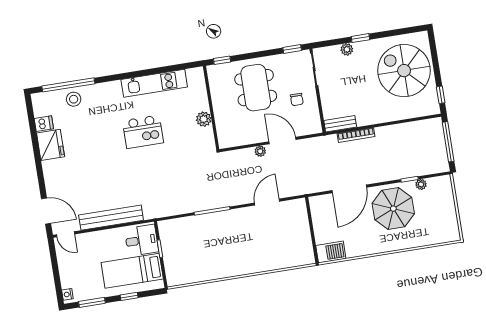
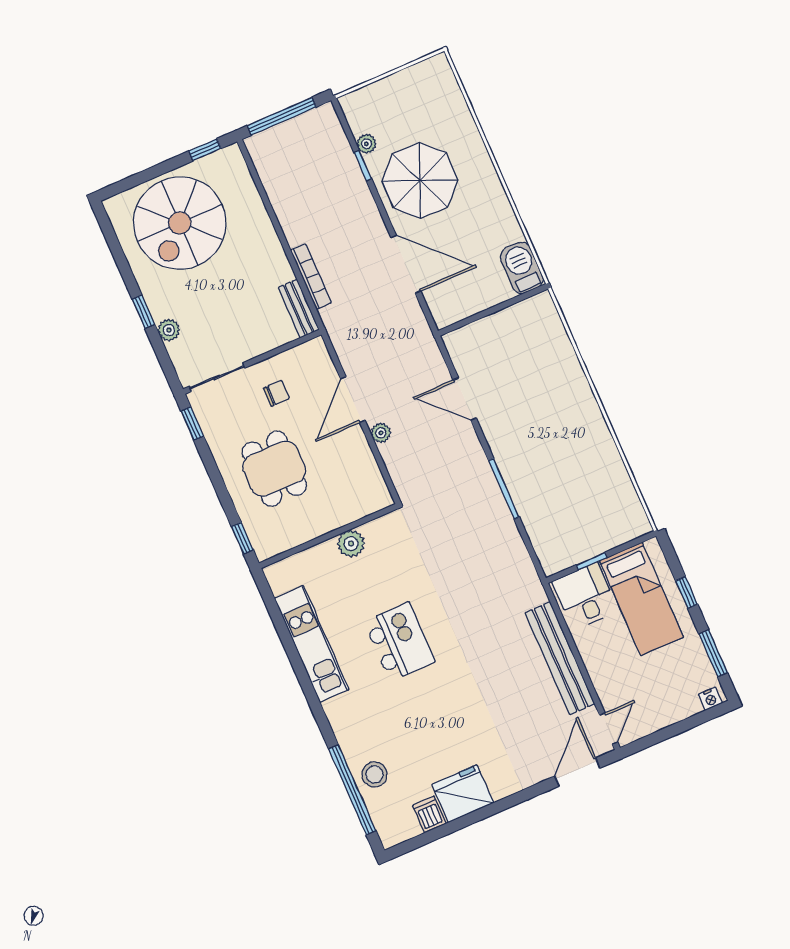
dining table: (256, 88) -> (274, 469), width x0.73

